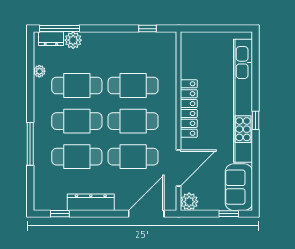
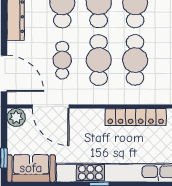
locker: (189, 109) -> (136, 117), moved
cafe table: (133, 157) -> (62, 60), width x0.73, depth x0.74

